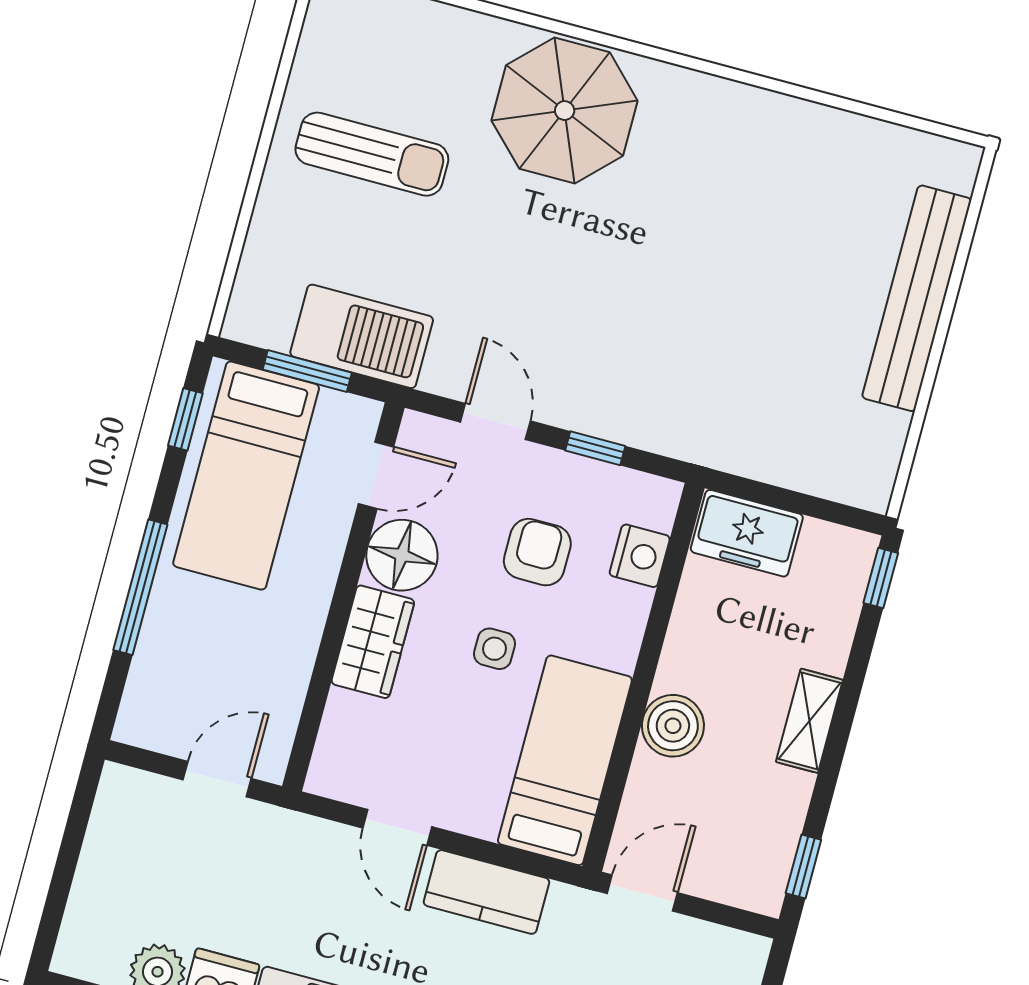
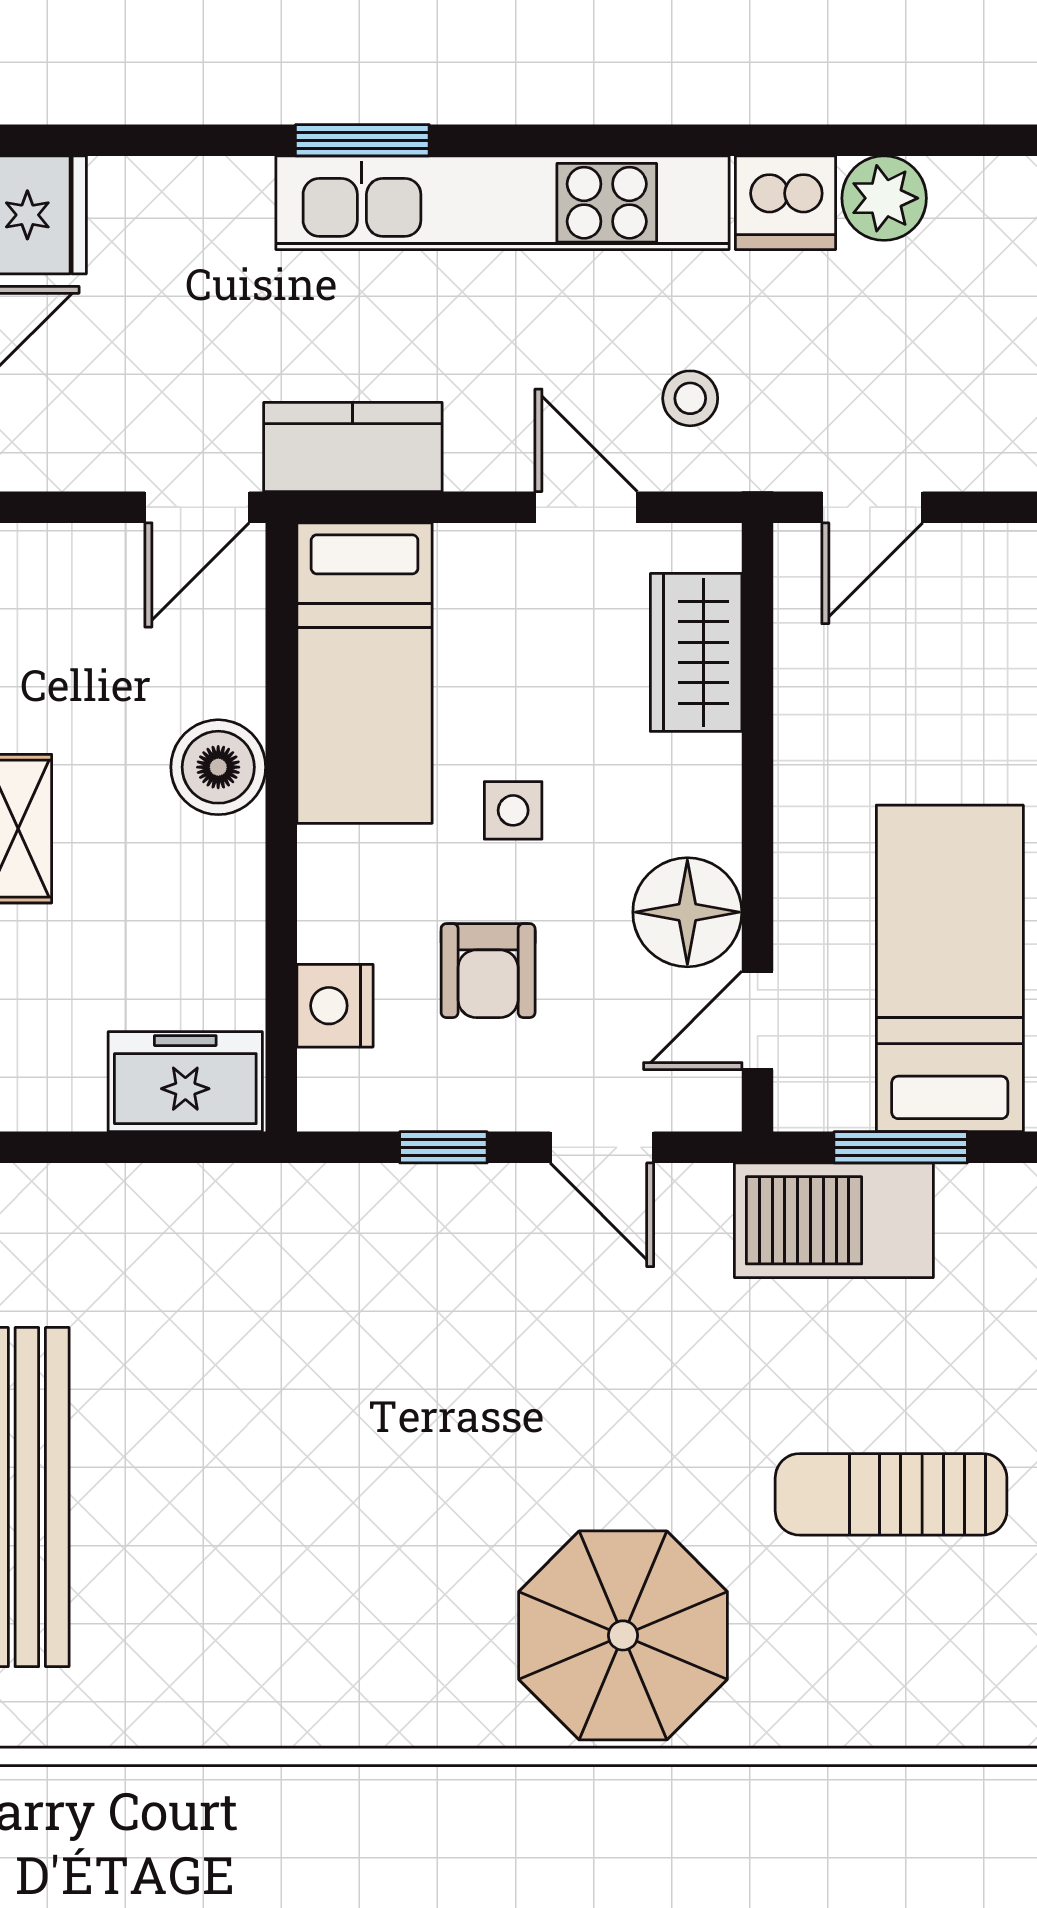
wardrobe: (373, 642) -> (696, 652), moved
stool: (313, 878) -> (690, 398), added
kitchen counter: (486, 892) -> (353, 447), moved

